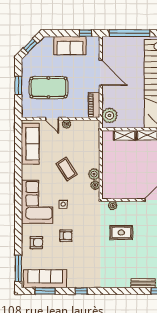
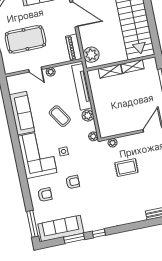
sofa: (30, 144) -> (22, 113), moved
tv unit: (94, 145) -> (82, 87), added
plant: (95, 185) -> (93, 136), moved
window: (45, 291) -> (74, 238), moved

